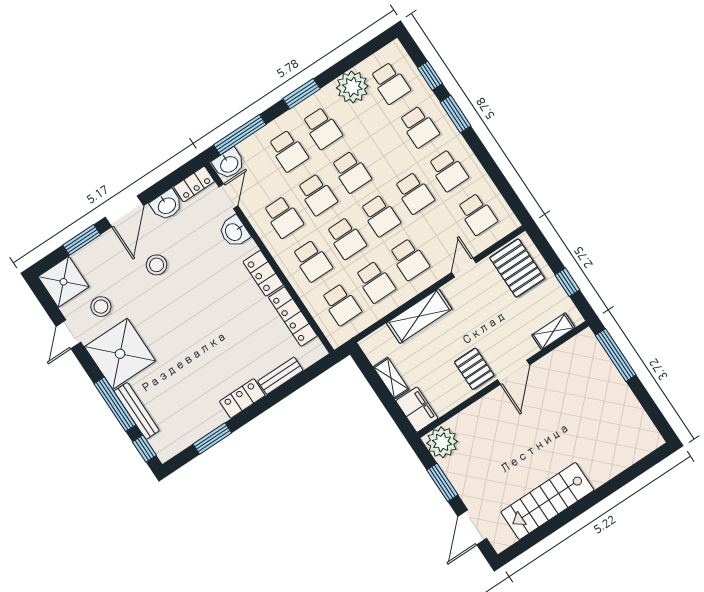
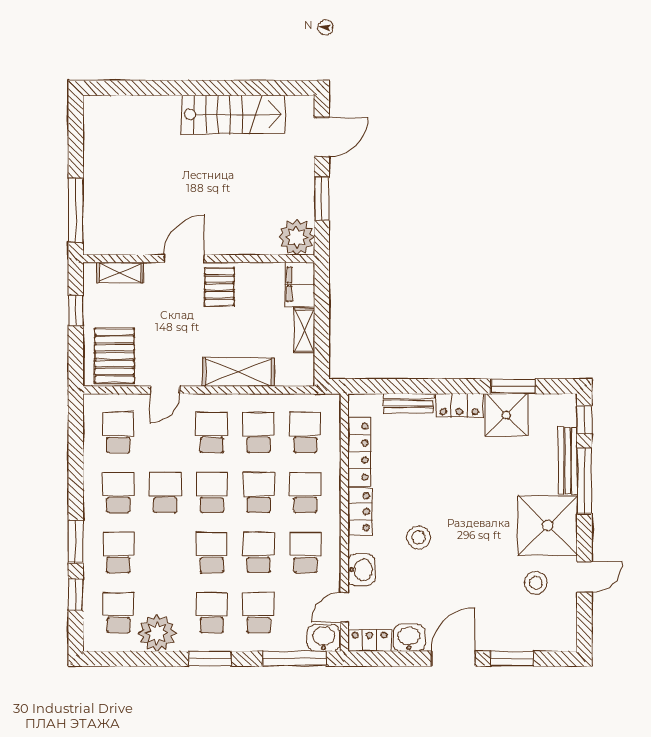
stool: (157, 265) -> (419, 537), moved
shower: (63, 282) -> (506, 415), moved

